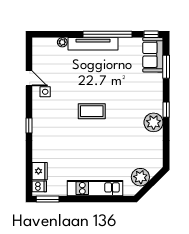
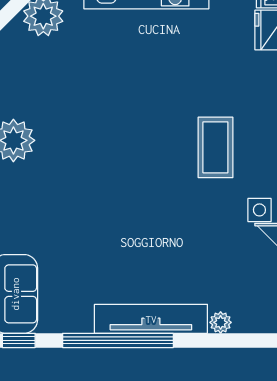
coffee table: (92, 111) -> (215, 147), moved, turned 90

